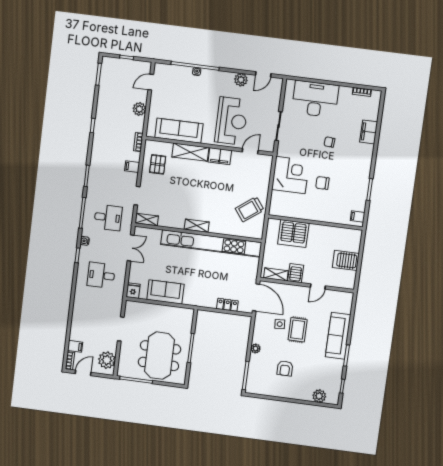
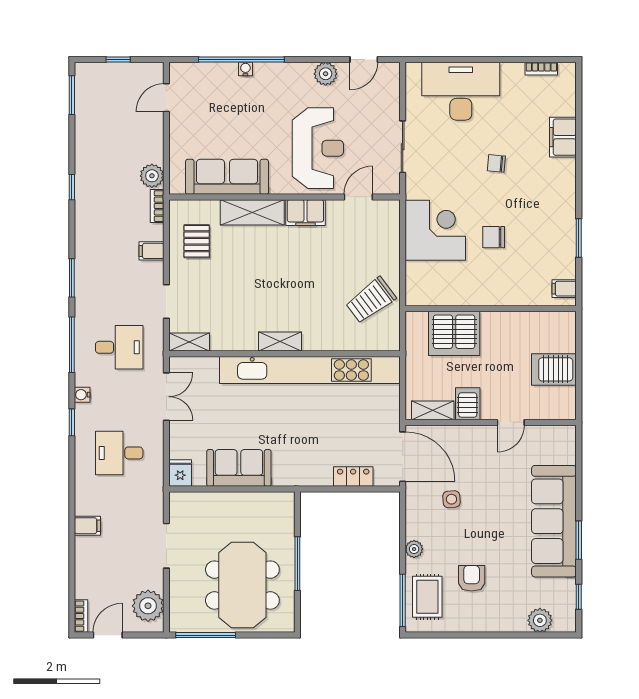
plant: (139, 109) -> (152, 176), moved
rug: (298, 330) -> (427, 597), moved
sofa: (338, 336) -> (554, 521), width x1.36, depth x1.27
filing cabinet: (75, 346) -> (87, 526), moved
armchair: (285, 368) -> (472, 578), turned 180

